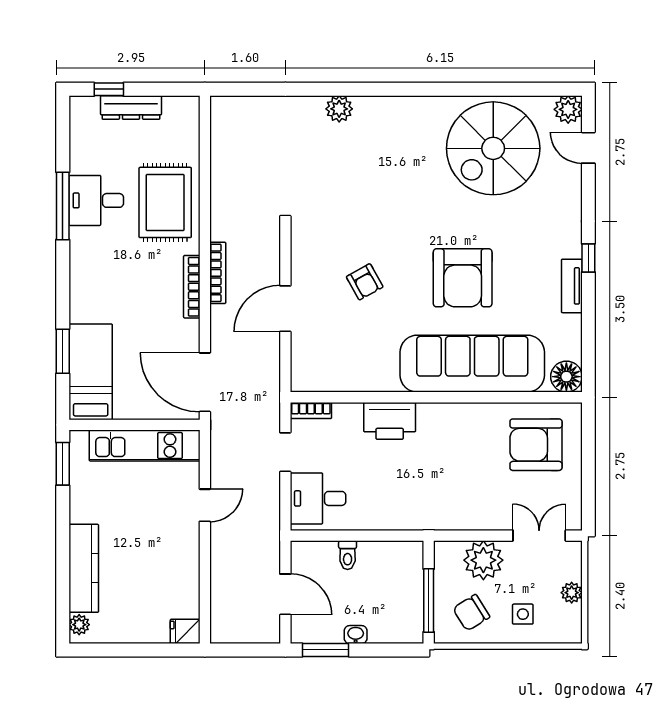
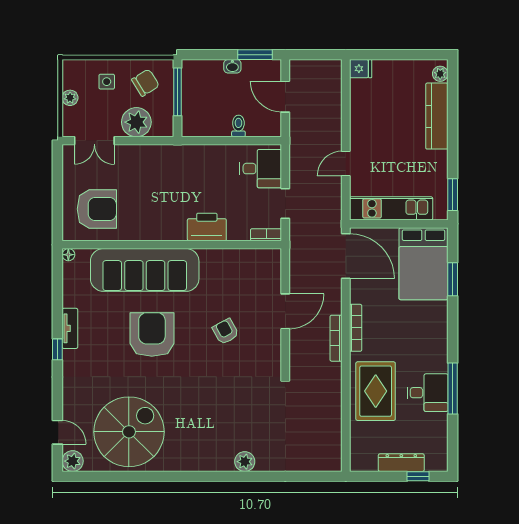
bed: (91, 372) -> (424, 264), width x1.50
floor lamp: (566, 377) -> (68, 255), width x0.53, depth x0.53

